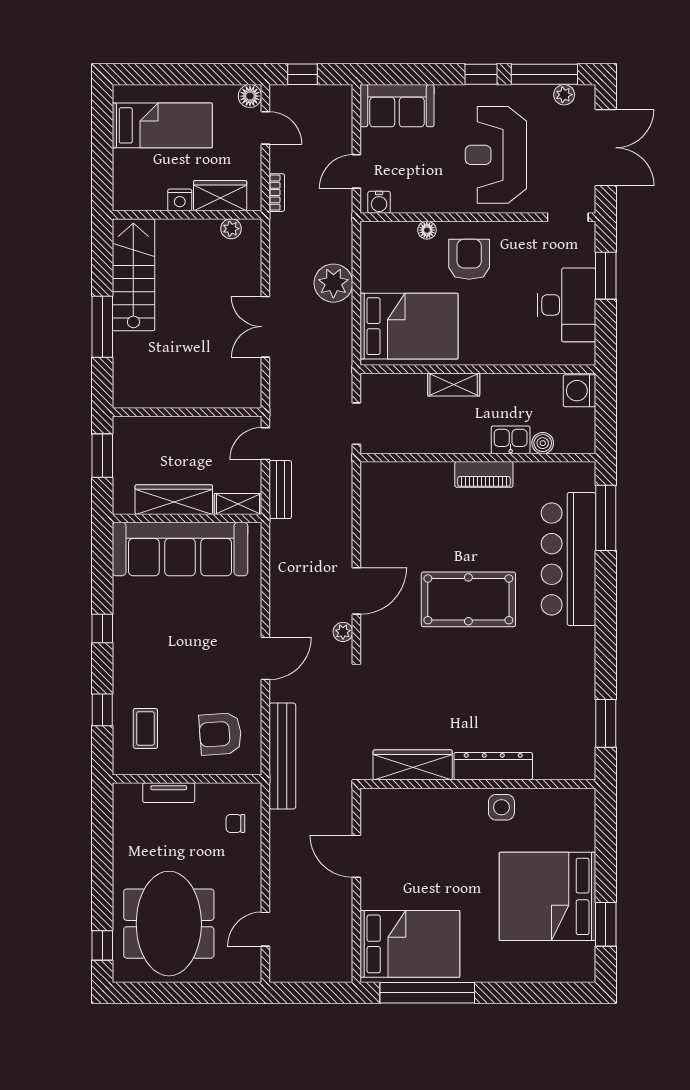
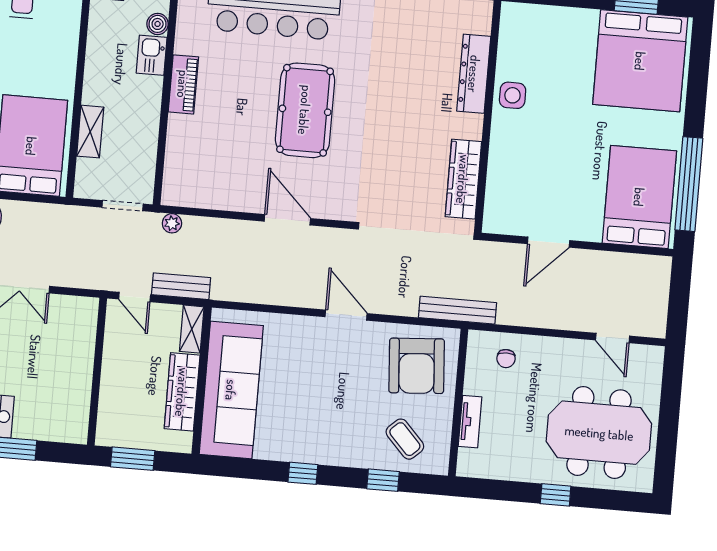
shelving: (454, 384) -> (90, 132), moved
plant: (343, 632) -> (172, 223), moved
coffee table: (145, 728) -> (405, 439), turned 47
armchair: (220, 734) -> (417, 366), width x1.36, depth x1.36
bench: (282, 756) -> (457, 310), width x0.73, depth x0.82
dresser: (493, 766) -> (474, 74), moved
bed: (547, 896) -> (640, 61), moved
window: (102, 945) -> (556, 495), moved

